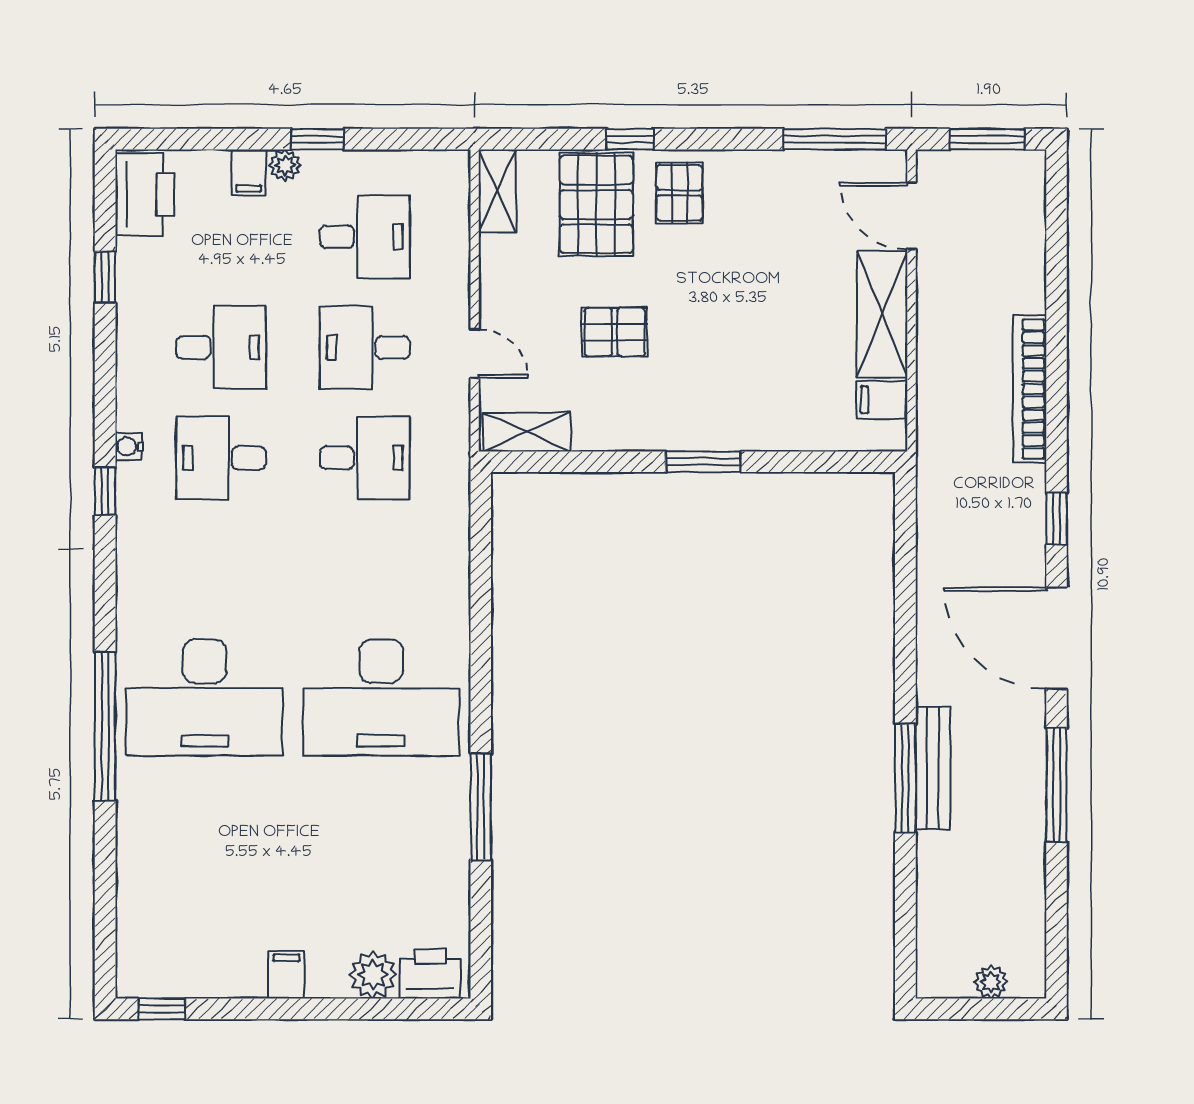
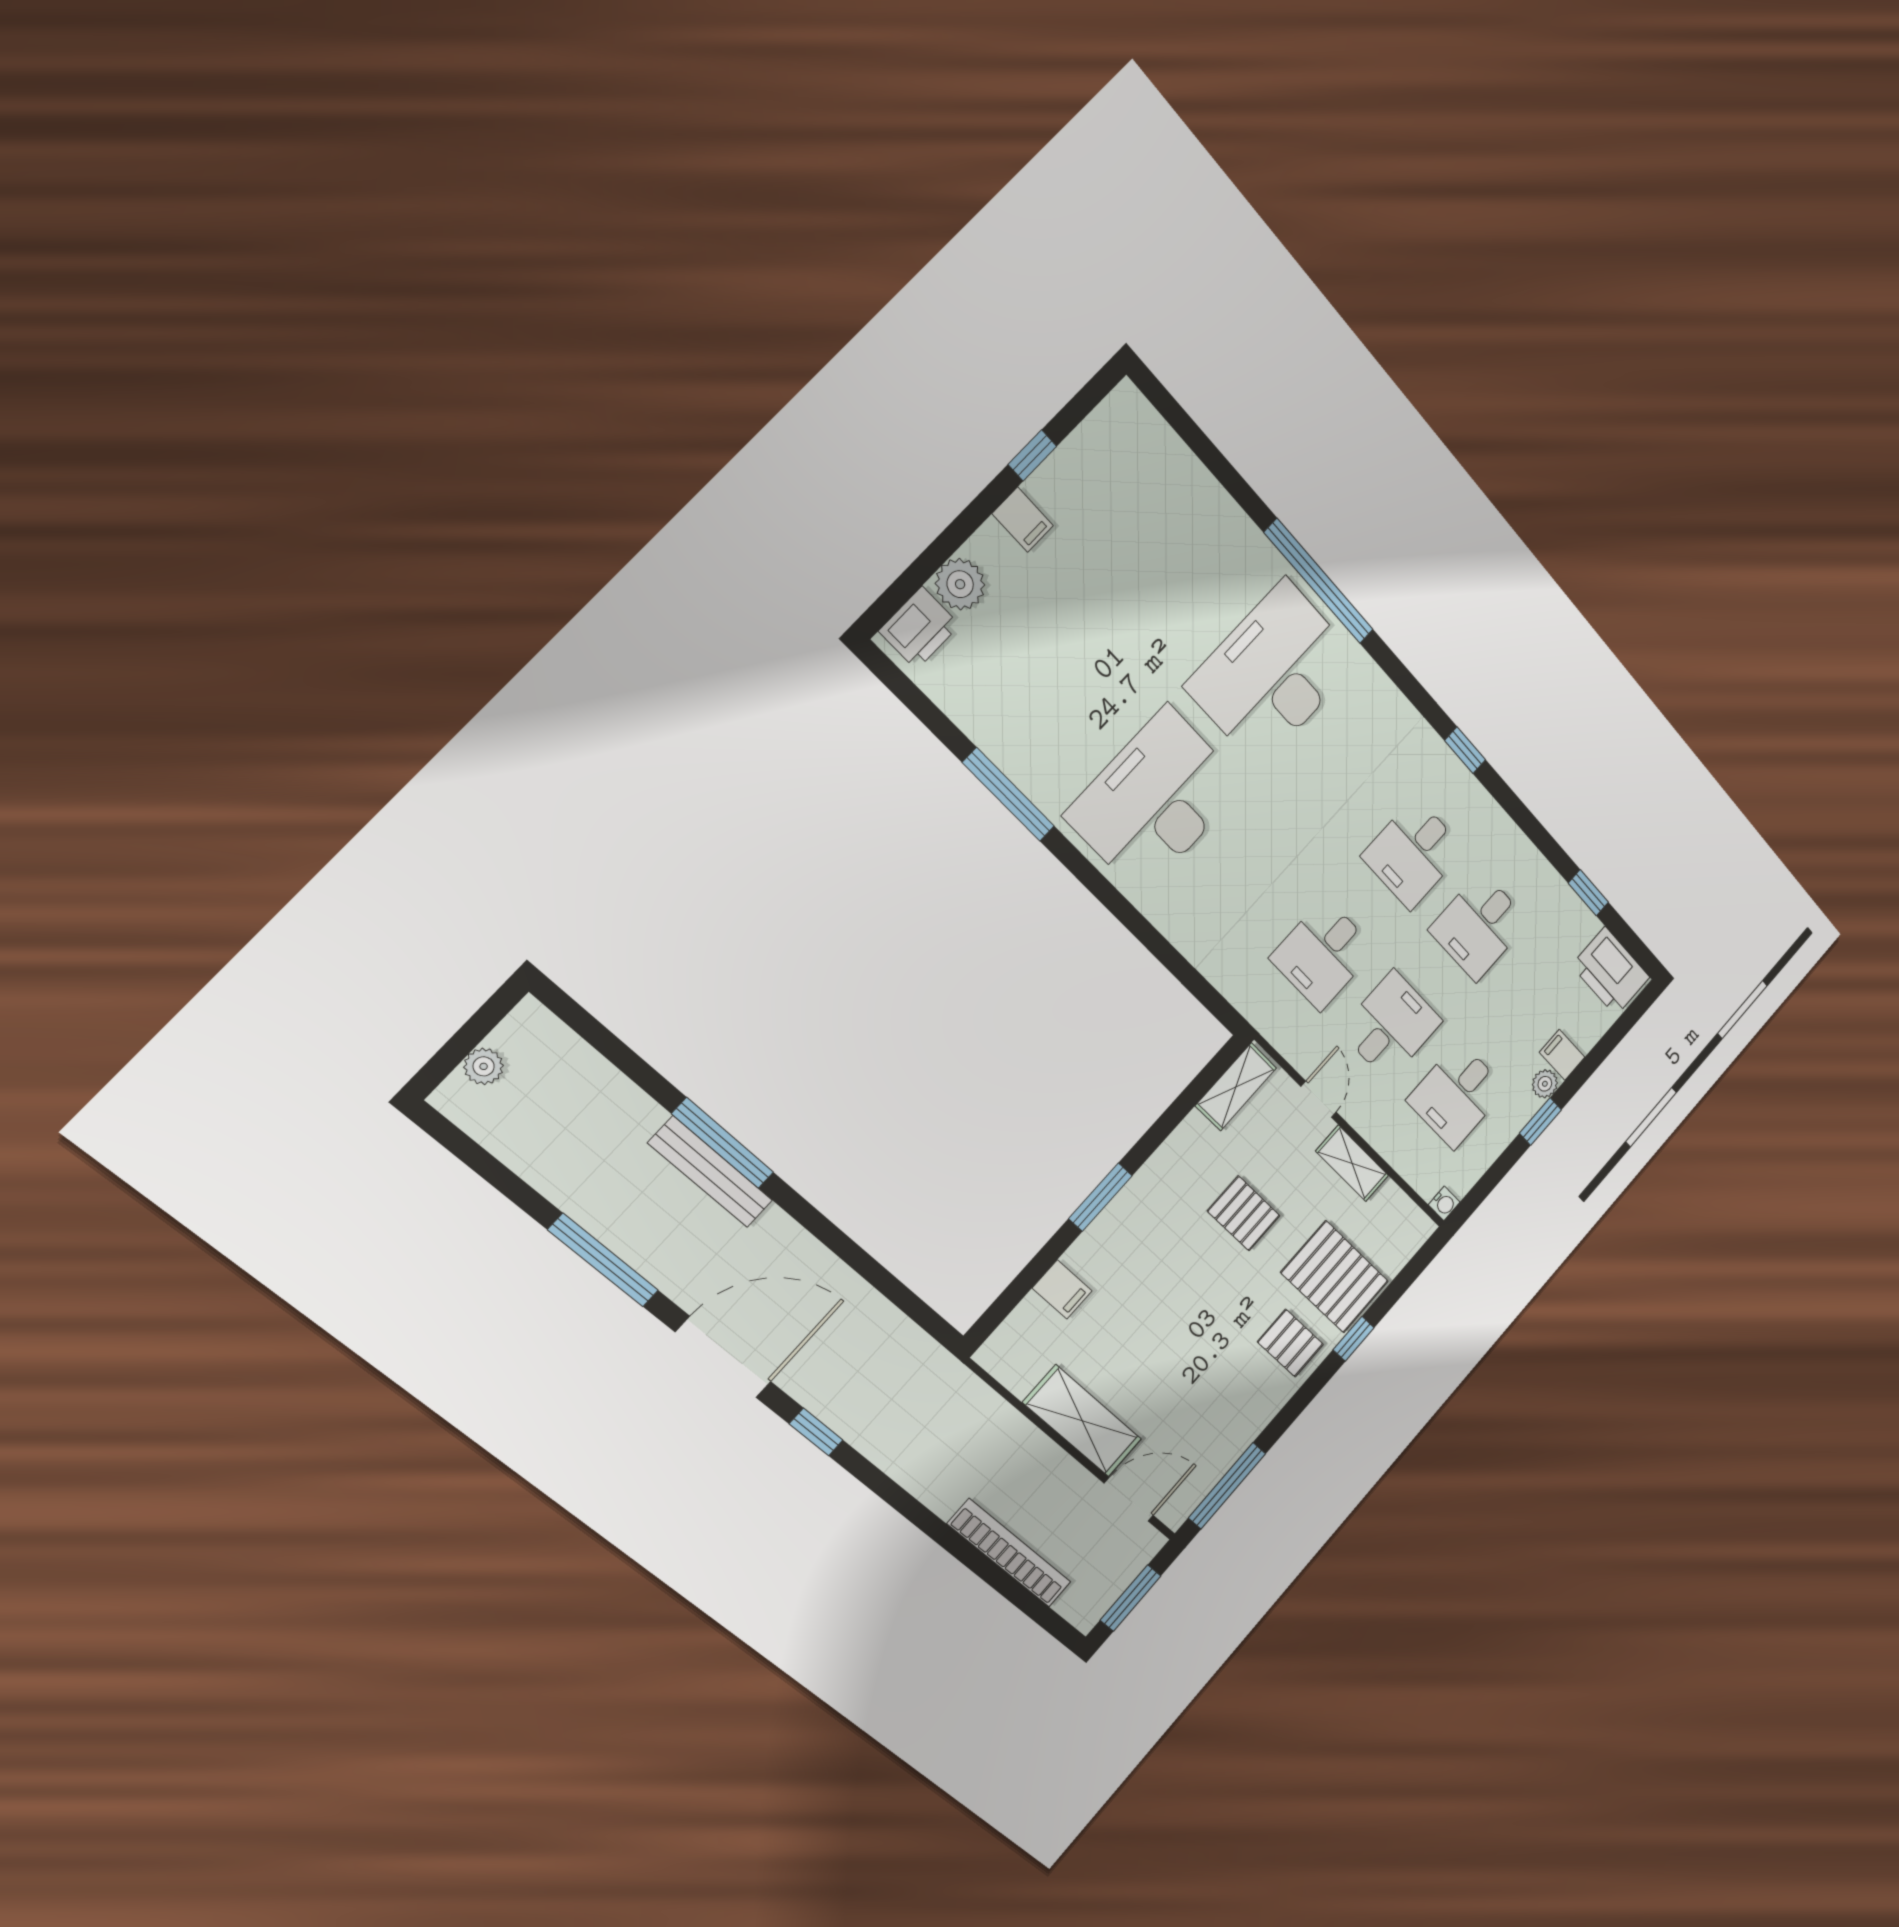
shelving: (497, 191) -> (1352, 1163), moved
pallet: (615, 332) -> (1244, 1213), turned 90
door: (475, 354) -> (1319, 1099), swing flipped
bookcase: (1030, 389) -> (1009, 1553), moved
filing cabinet: (882, 400) -> (1062, 1290), moved, turned 90
water cooler: (129, 446) -> (1444, 1203), moved, turned 90
desk: (221, 458) -> (1413, 853), turned 180
window: (162, 1009) -> (1032, 455), moved

